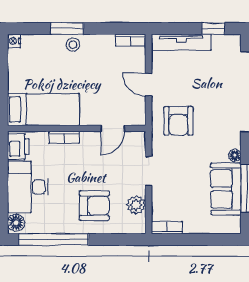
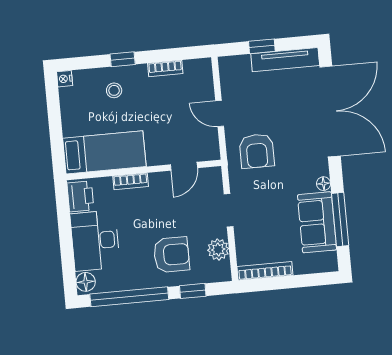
window: (67, 29) -> (123, 59), width x0.67
window: (213, 29) -> (262, 46), moved
bookcase: (131, 40) -> (165, 68), moved
tv unit: (181, 42) -> (285, 60), moved
stool: (73, 45) -> (114, 90), moved
bookcase: (167, 228) -> (265, 271), width x1.56
window: (110, 240) -> (193, 291), added

